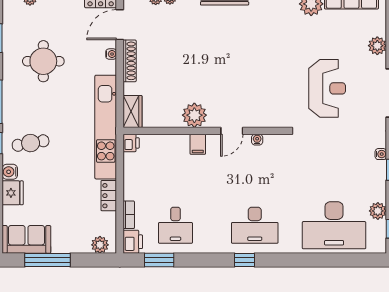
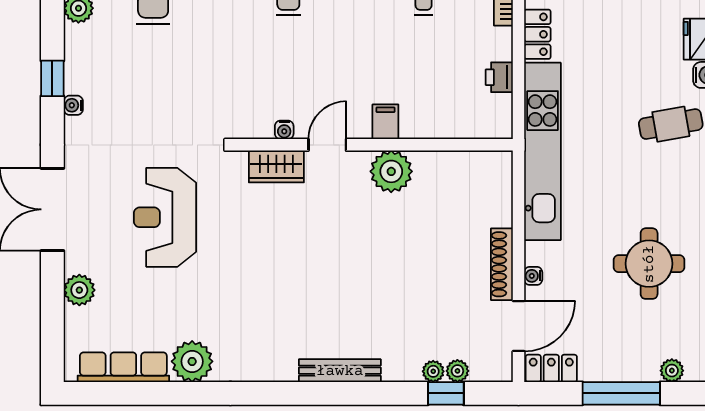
wardrobe: (132, 111) -> (276, 166), moved, turned -90
printer: (131, 143) -> (499, 77), moved

